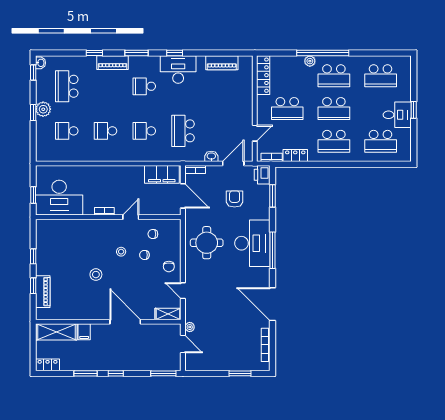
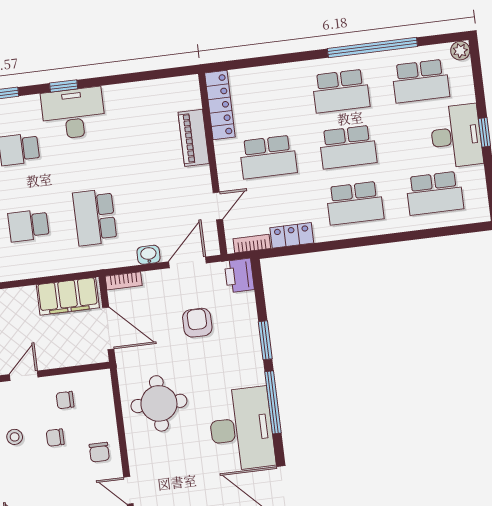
window: (323, 53) -> (372, 48), moved
plant: (310, 61) -> (460, 51), moved
piano: (222, 63) -> (194, 138), moved, turned 90
desk: (397, 115) -> (456, 136), width x1.37
window: (272, 196) -> (265, 340), moved
desk: (252, 243) -> (241, 429), moved

